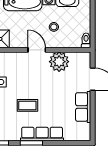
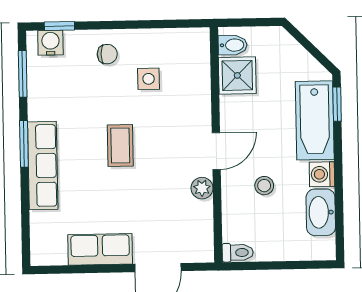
plant: (59, 62) -> (202, 188), width x0.53, depth x0.53
coffee table: (27, 105) -> (120, 146), moved

